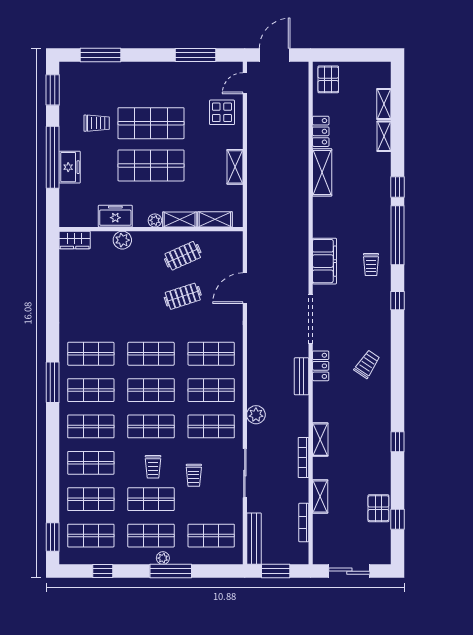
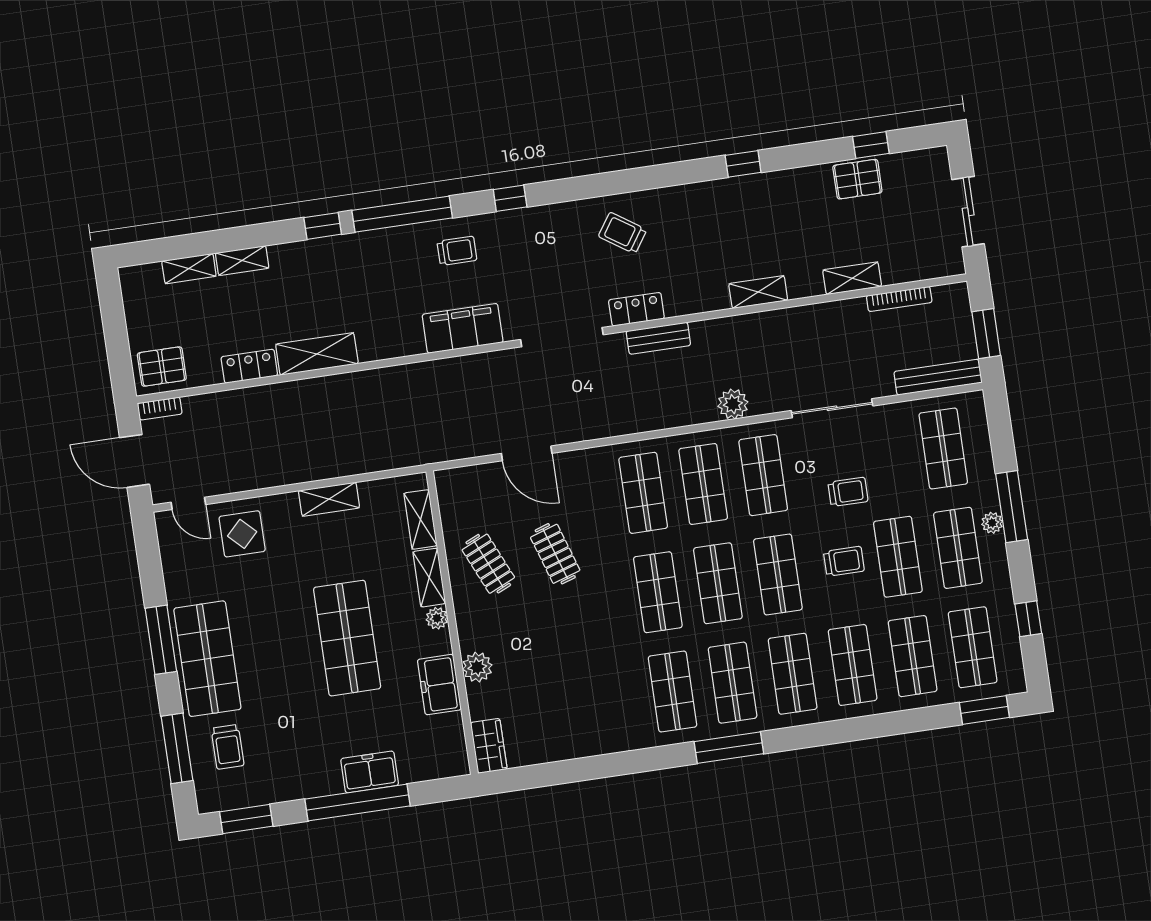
window: (196, 55) -> (161, 640), moved
trolley: (97, 123) -> (228, 747), moved, turned 180
shop shelf: (151, 123) -> (207, 659), moved
bookcase: (303, 458) -> (160, 409), moved, width x0.64

